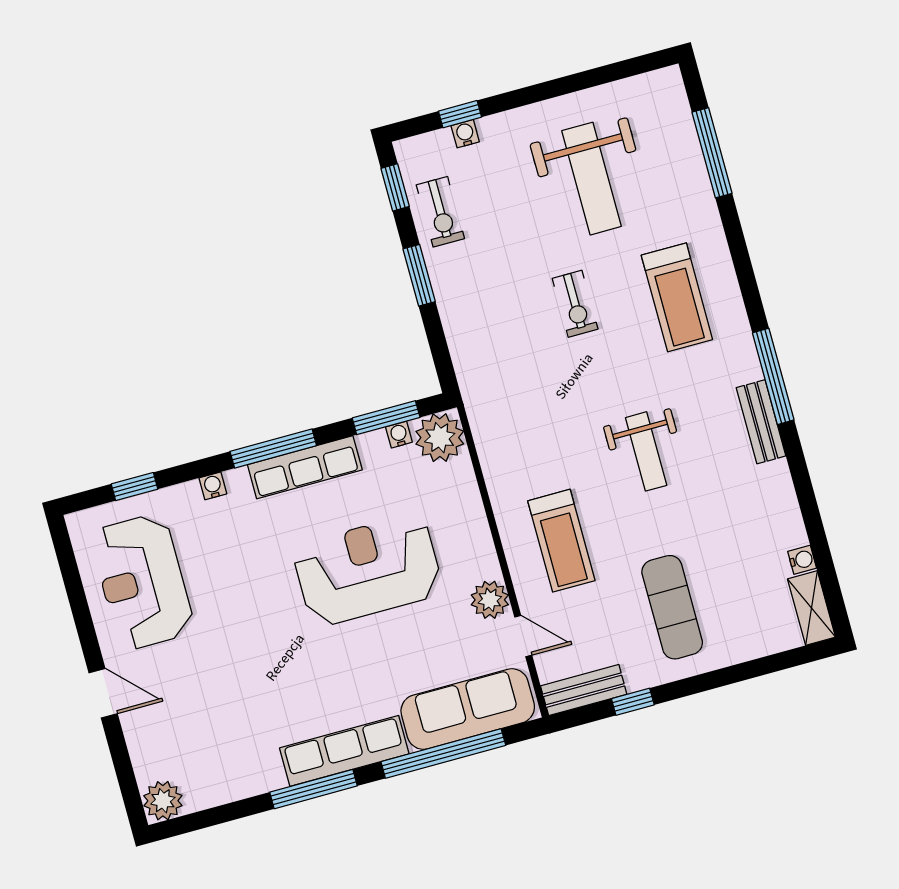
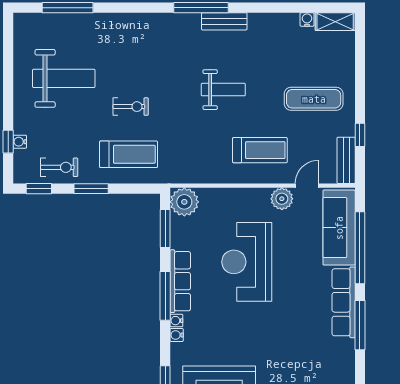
treadmill: (677, 297) -> (129, 154), moved
water cooler: (399, 435) -> (176, 321), moved

